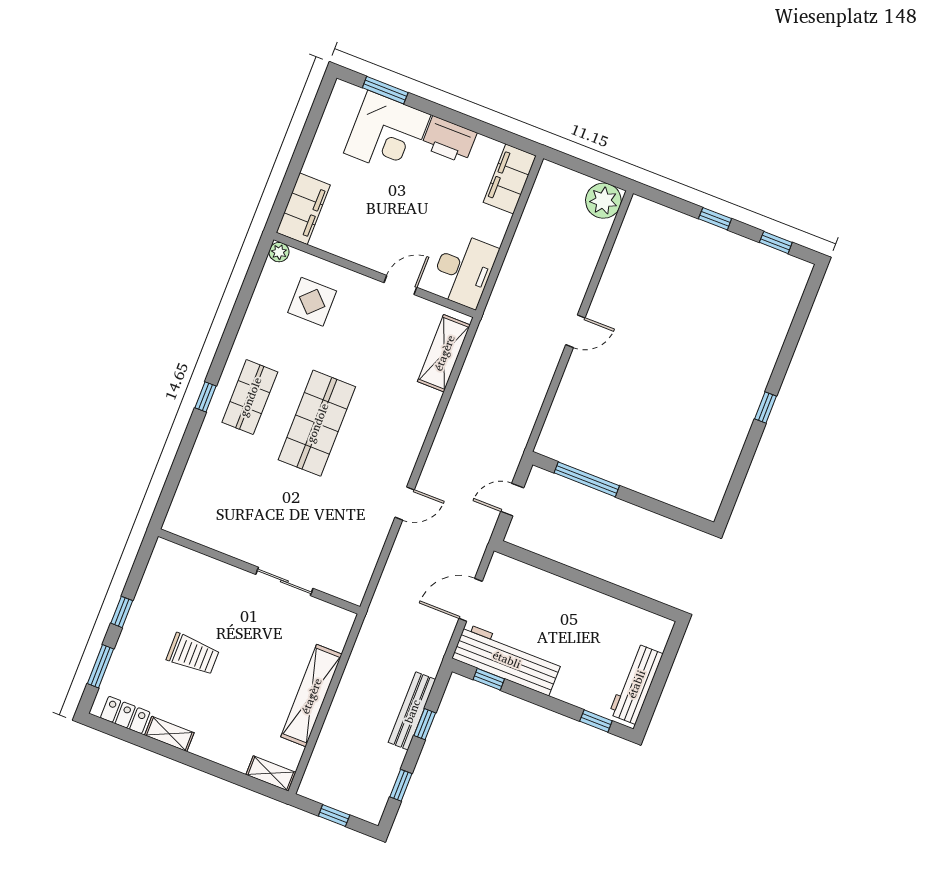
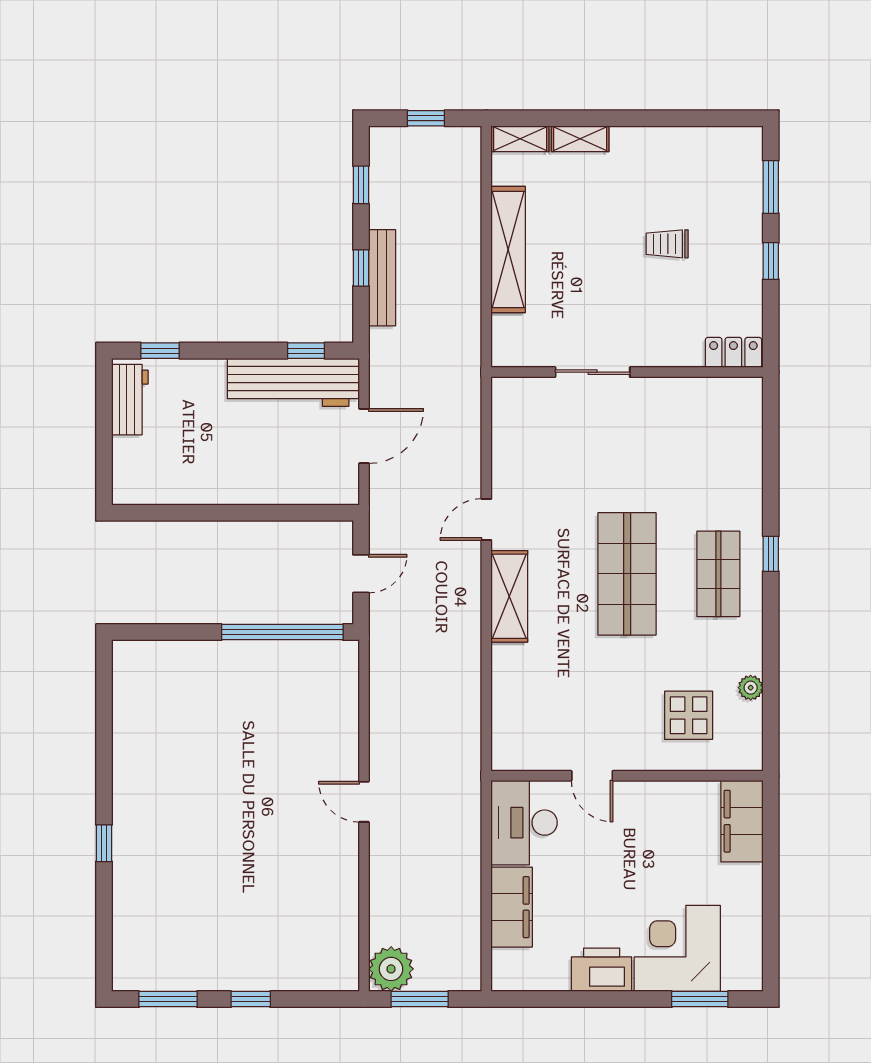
window: (591, 170) -> (420, 999), added
filing cabinet: (510, 179) -> (512, 907), moved
window: (776, 242) -> (168, 999), width x1.50
plant: (279, 252) -> (751, 688), moved
door: (400, 285) -> (592, 776), hinge flipped
door: (575, 331) -> (364, 802), hinge flipped
shelving: (444, 353) -> (509, 596), moved
window: (766, 407) -> (104, 843), moved
window: (587, 479) -> (282, 632), width x1.46
trolley: (193, 654) -> (667, 244), width x0.73, depth x0.72
workbench: (636, 684) -> (130, 400), width x0.73
locker: (125, 715) -> (733, 352), moved, turned 180
shelving: (169, 734) -> (580, 139), moved

